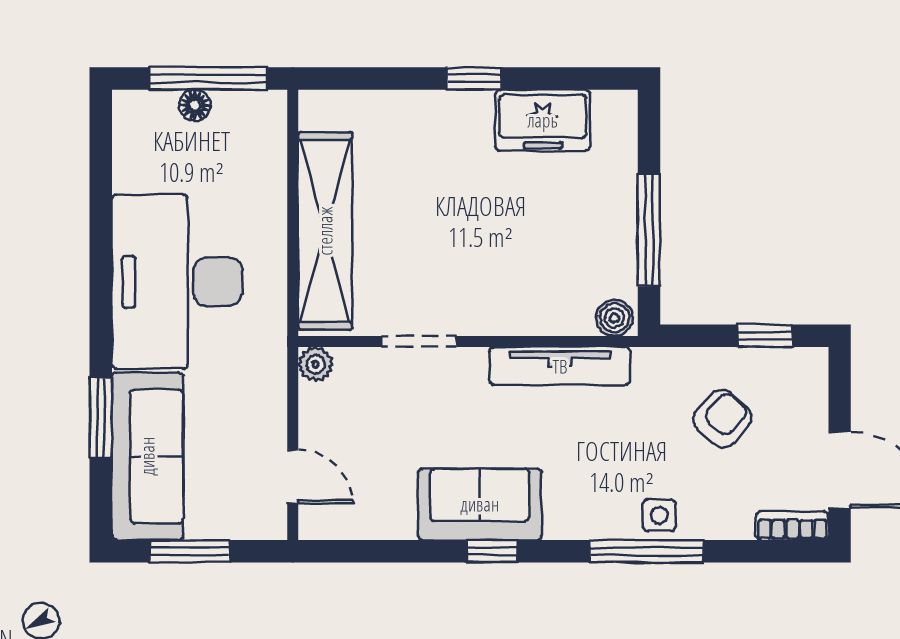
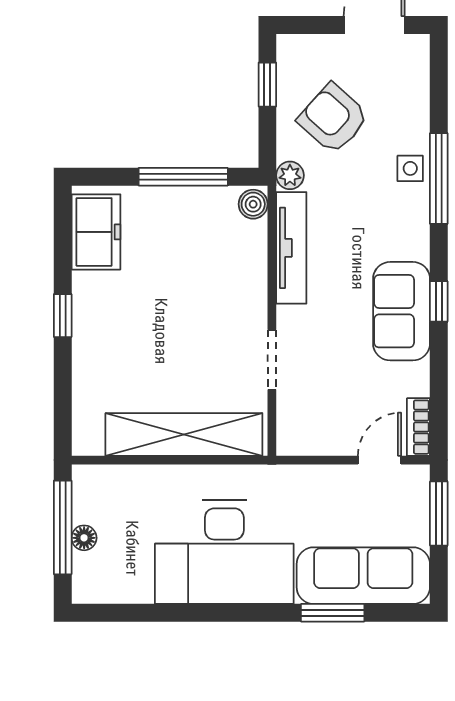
freezer: (543, 120) -> (96, 232), moved
plant: (315, 364) -> (290, 175), moved
armchair: (722, 419) -> (333, 119), width x1.38, depth x1.38
bookcase: (792, 526) -> (418, 427), moved
window: (190, 551) -> (439, 513), moved

